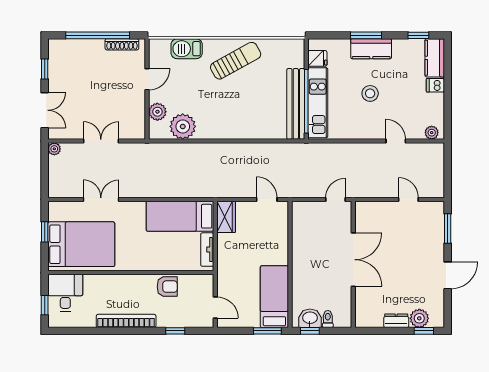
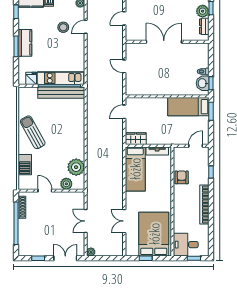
stool: (370, 93) -> (63, 27), moved
double door: (353, 260) -> (164, 42), moved
wall: (353, 264) -> (167, 42), moved

